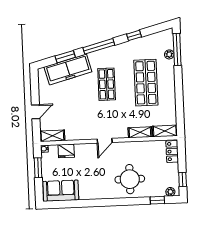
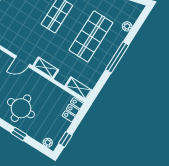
window: (177, 49) -> (117, 57), moved
shelving: (140, 132) -> (46, 68), moved
window: (157, 200) -> (19, 134), moved

